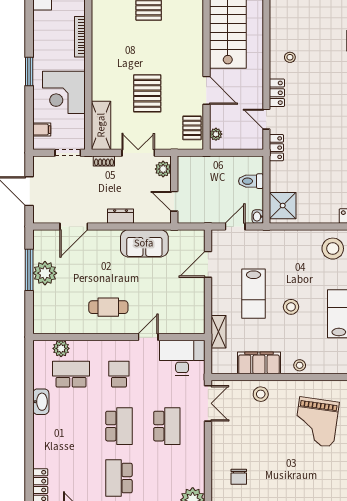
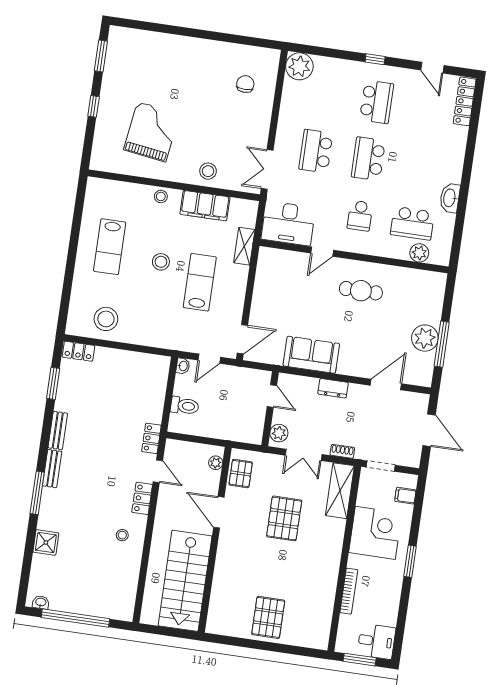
shower: (283, 206) -> (154, 374), removed
door: (208, 264) -> (242, 339), moved

